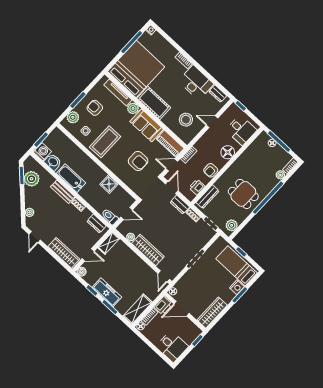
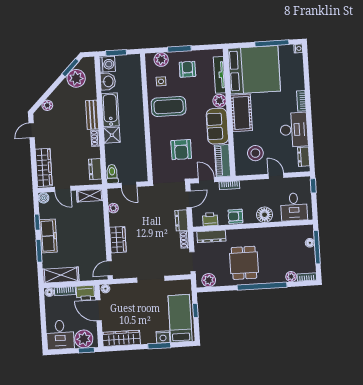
shower: (109, 184) -> (112, 135), moved
wardrobe: (148, 250) -> (118, 240), width x0.67
plant: (189, 335) -> (84, 339), added

